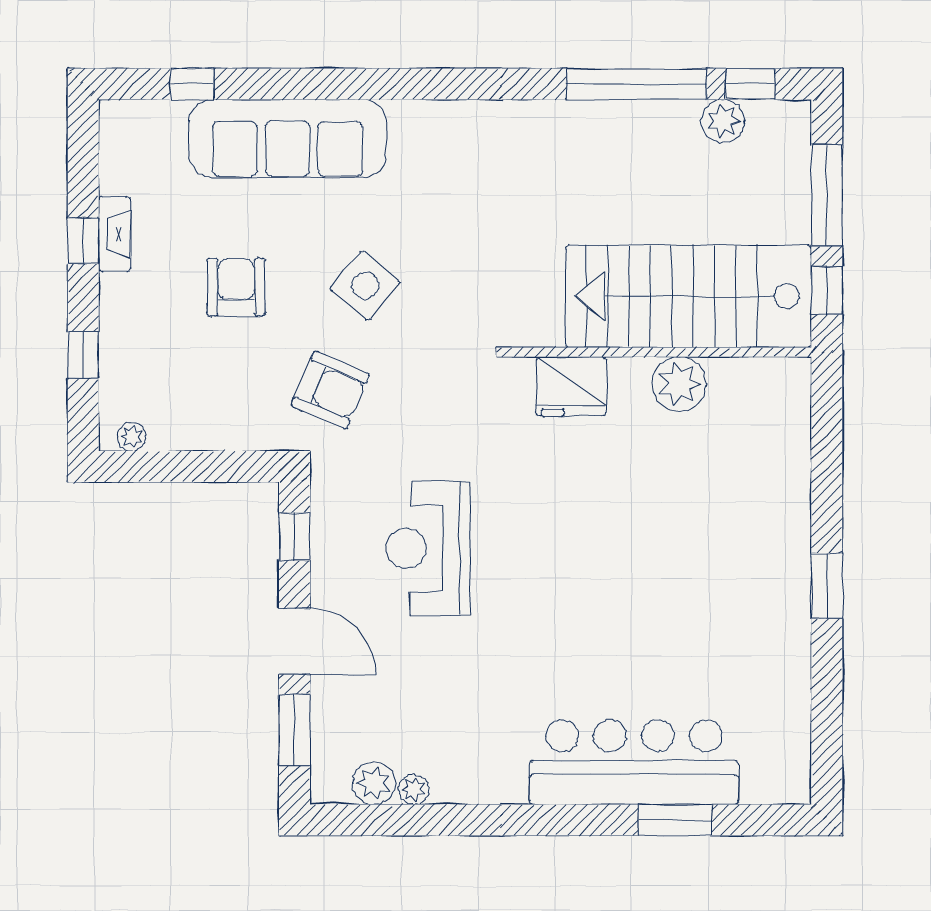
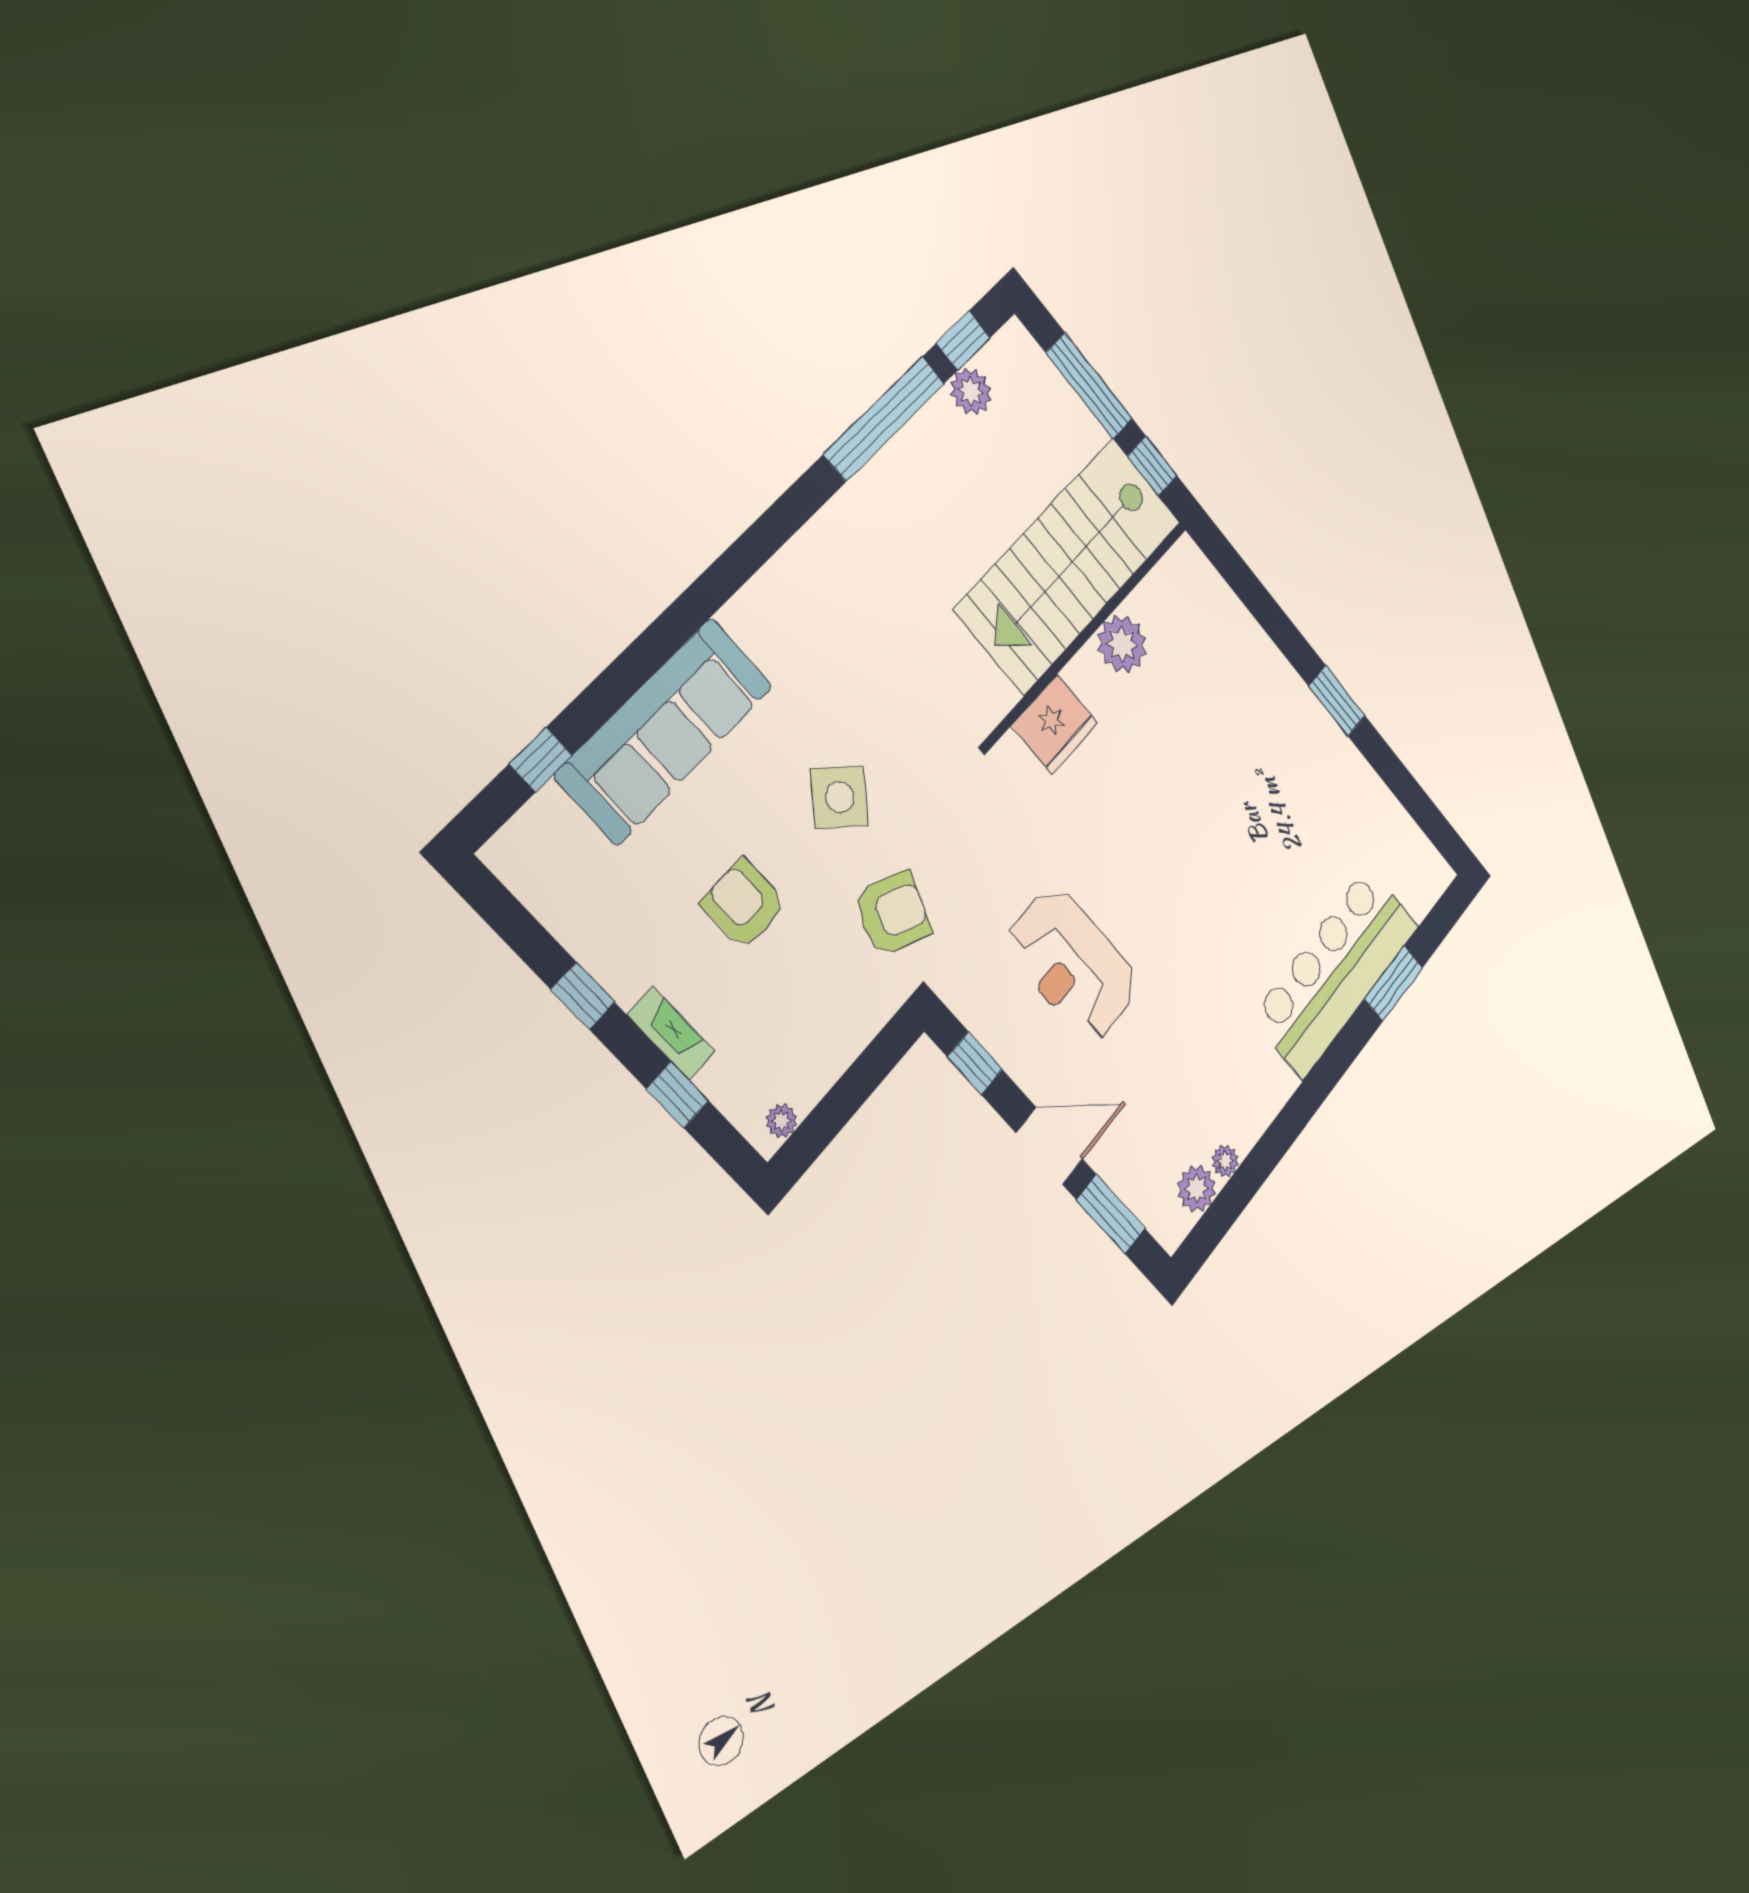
fireplace: (115, 234) -> (671, 1033), moved

